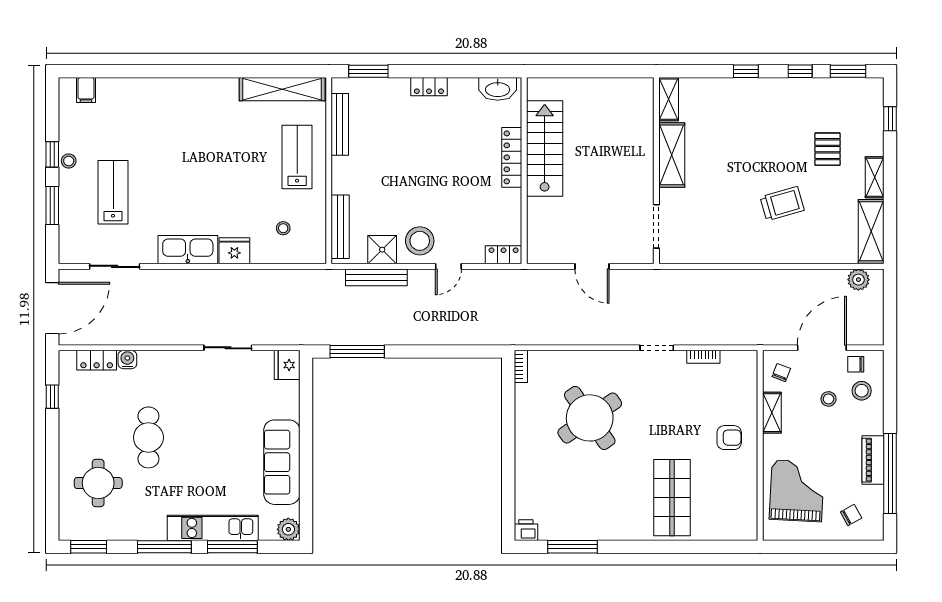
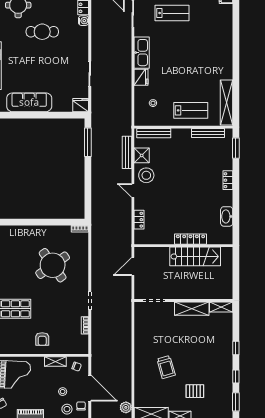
stairs: (545, 149) -> (195, 256), moved
locker: (512, 157) -> (190, 239), moved
wall: (524, 171) -> (183, 246), moved

